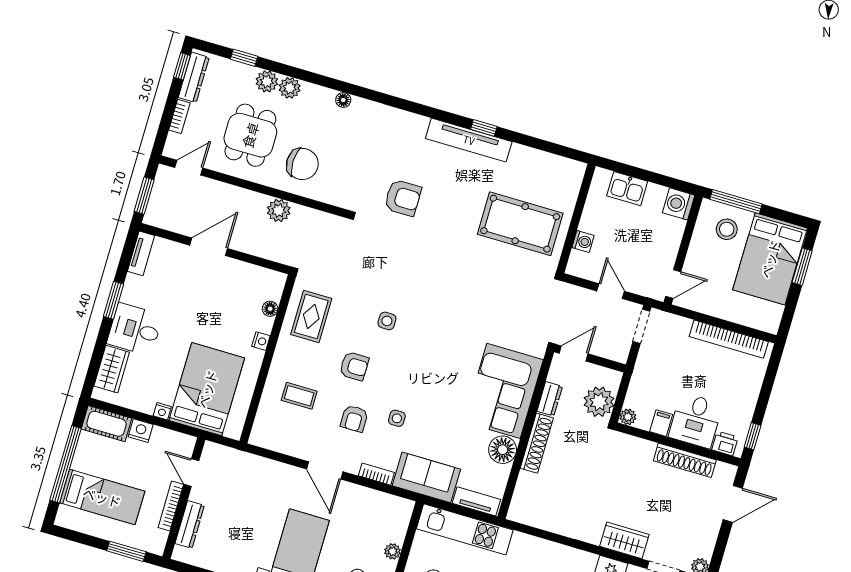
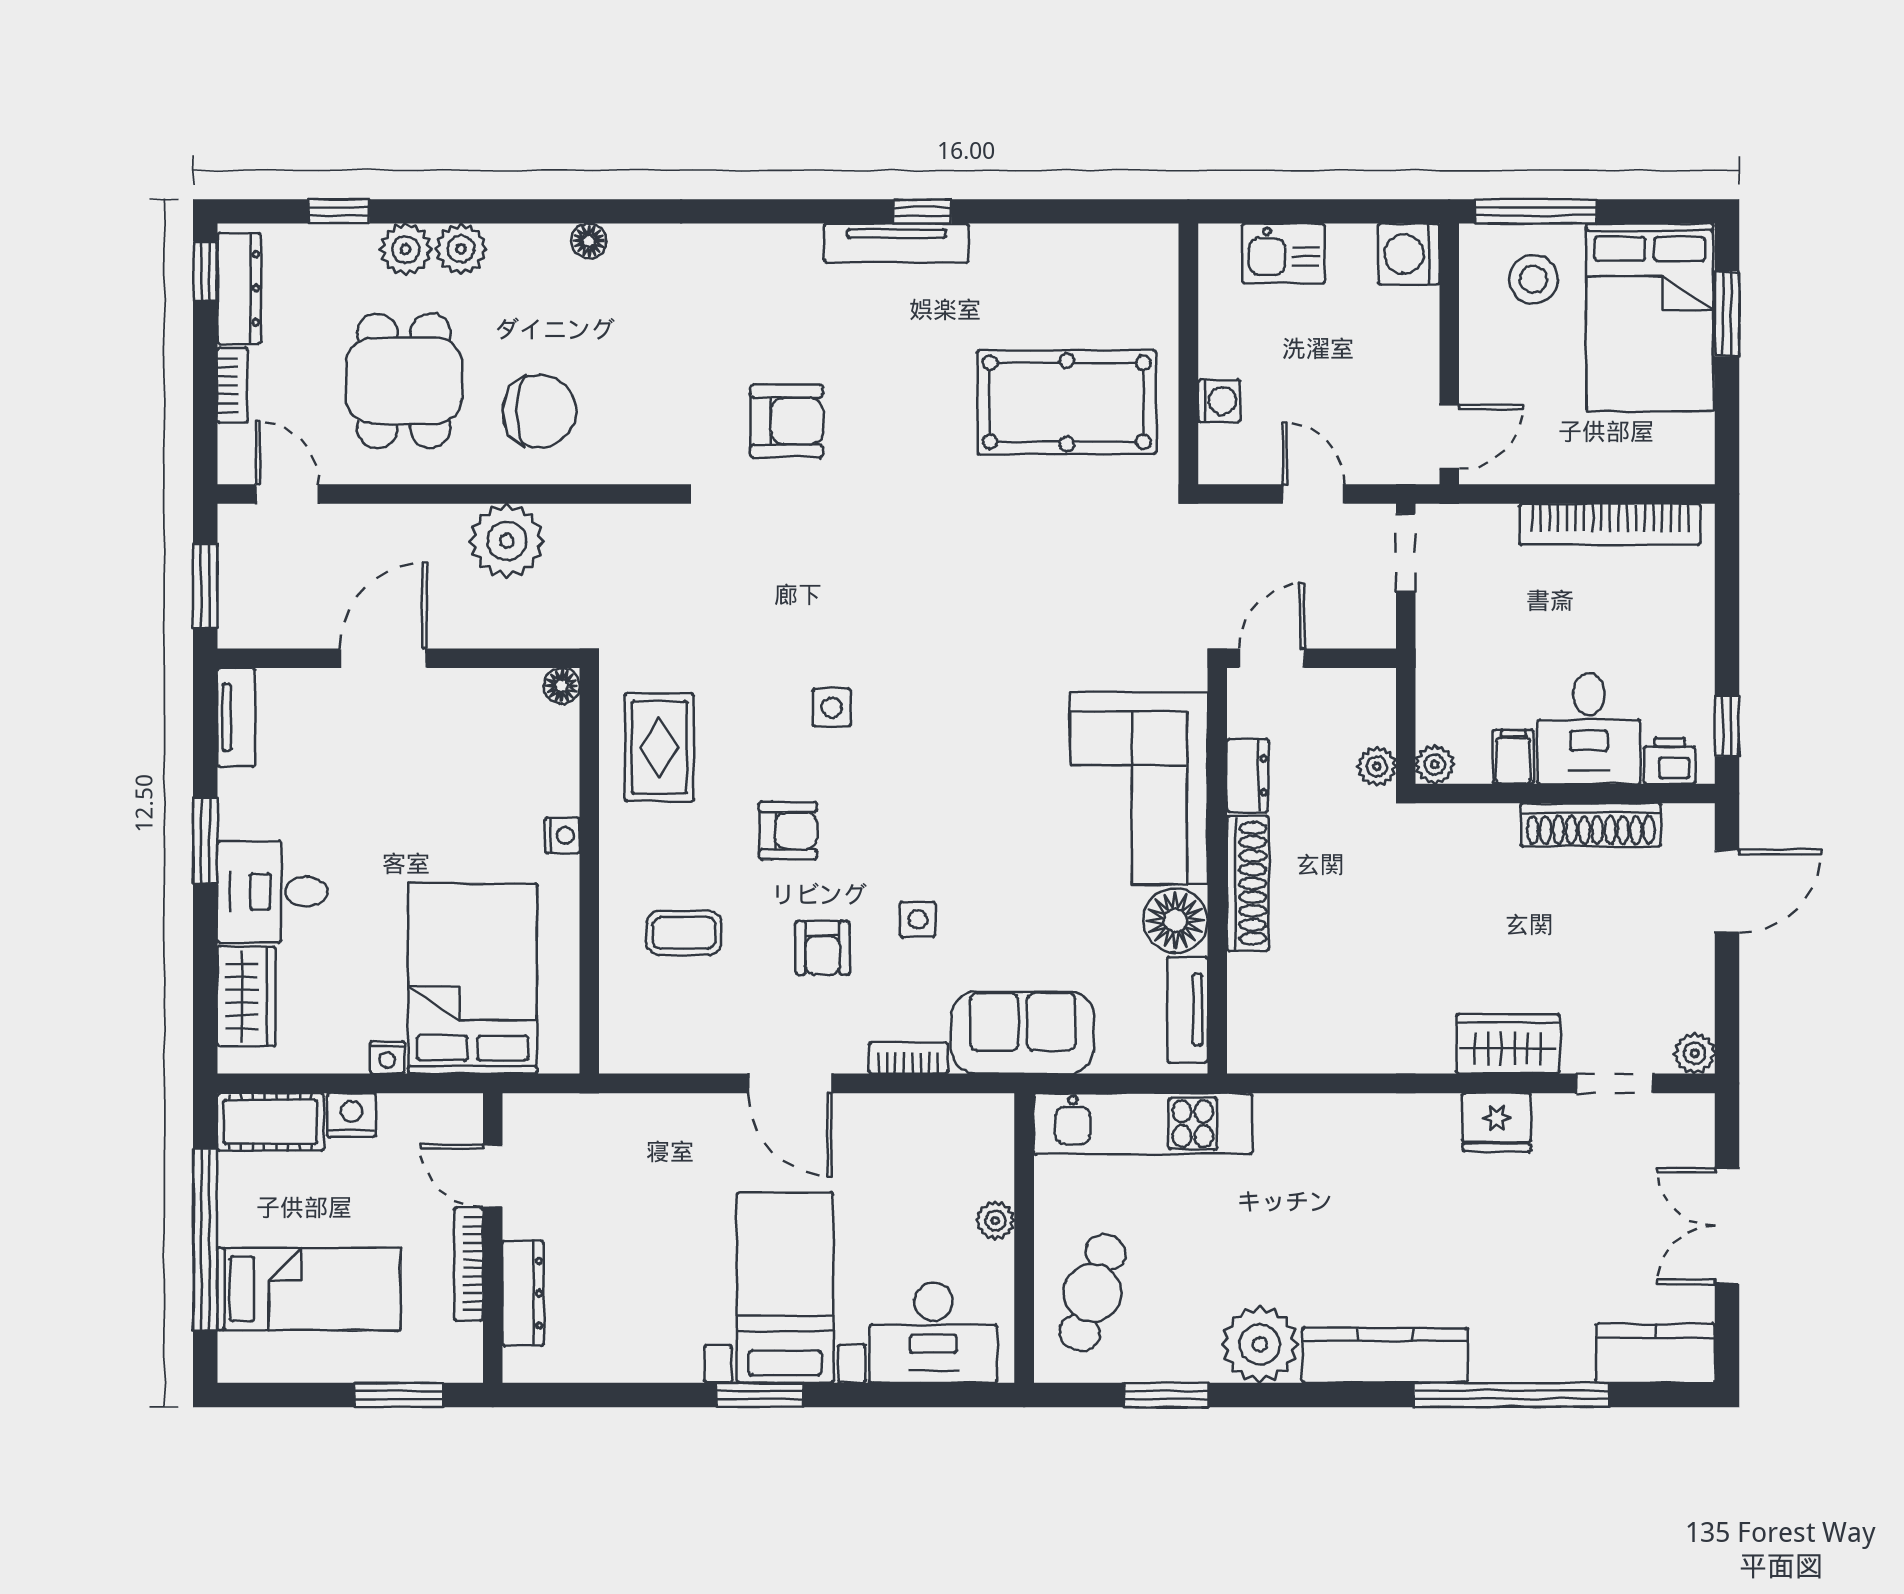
tv unit: (469, 140) -> (896, 243), width x0.73, depth x0.78
door: (189, 168) -> (287, 494), hinge flipped
plant: (279, 211) -> (507, 541), width x1.36, depth x1.36
floor lamp: (270, 309) -> (562, 686), moved
plant: (599, 402) -> (1377, 767), width x0.53, depth x0.53
tv unit: (476, 501) -> (1187, 1010), moved, turned -90

